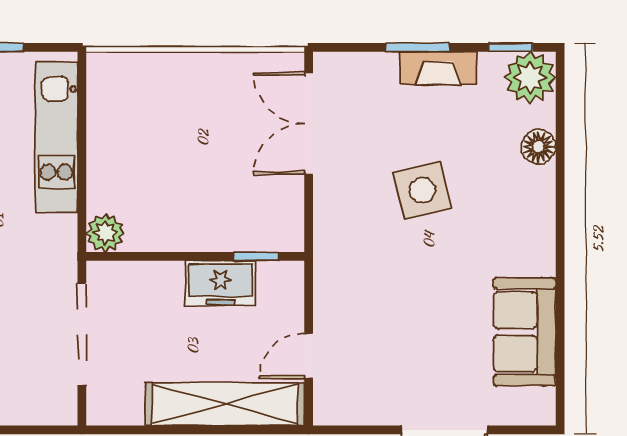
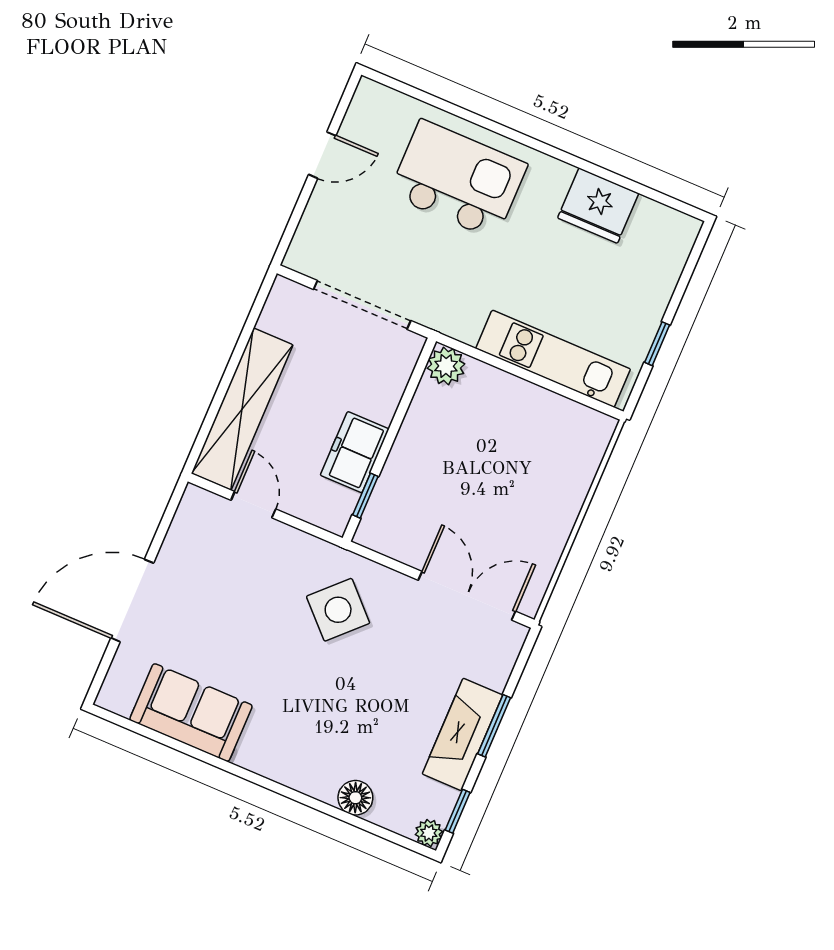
fireplace: (438, 68) -> (462, 734), width x1.37, depth x1.32
plant: (530, 77) -> (429, 833), width x0.53, depth x0.53
side table: (422, 190) -> (338, 610), moved, turned -31

